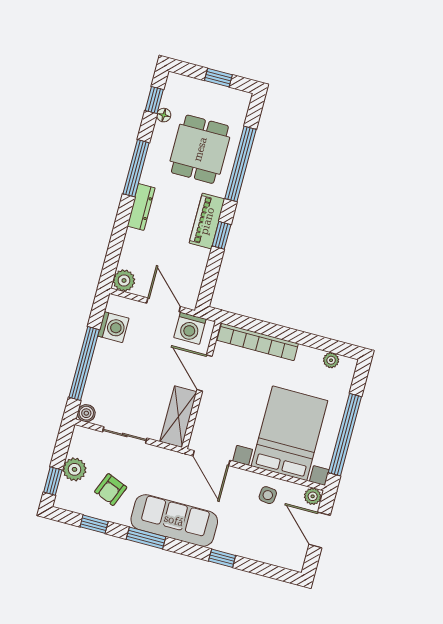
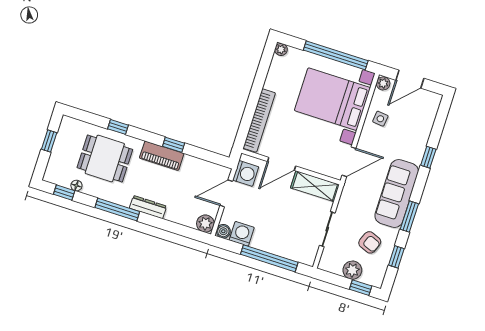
window: (241, 164) -> (118, 127), width x0.32
plant: (331, 360) -> (281, 49), moved
boiler: (86, 413) -> (223, 231), moved

